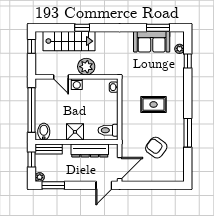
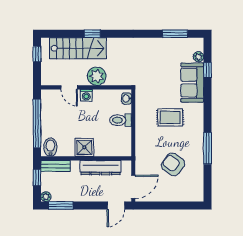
sofa: (152, 42) -> (192, 83), moved, turned 90
toilet: (108, 130) -> (120, 120), moved

